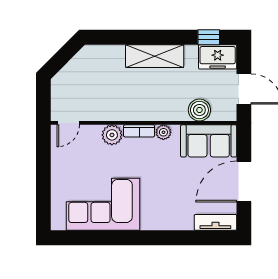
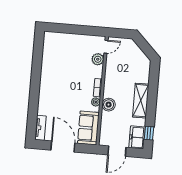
boiler: (199, 110) -> (109, 105), moved
door: (68, 123) -> (106, 47), swing flipped
plant: (112, 135) -> (98, 59), moved
corner sofa: (103, 204) -> (57, 63), removed

